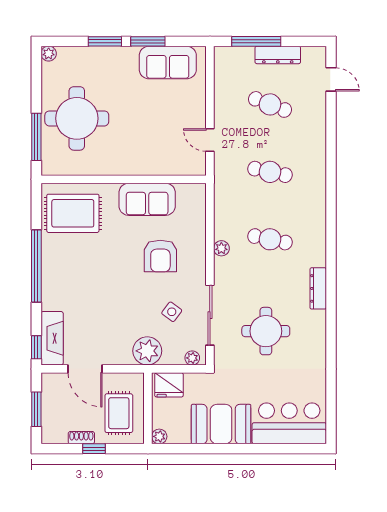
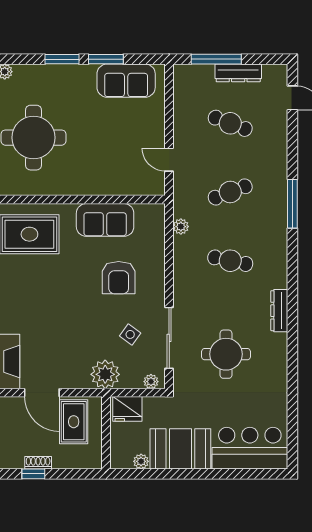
cafe table: (270, 172) -> (230, 192), turned -33
window: (331, 183) -> (292, 204), added
plant: (221, 248) -> (181, 227), moved
rug: (119, 413) -> (74, 422), moved
plant: (159, 436) -> (141, 461), moved
window: (94, 449) -> (33, 474), moved

